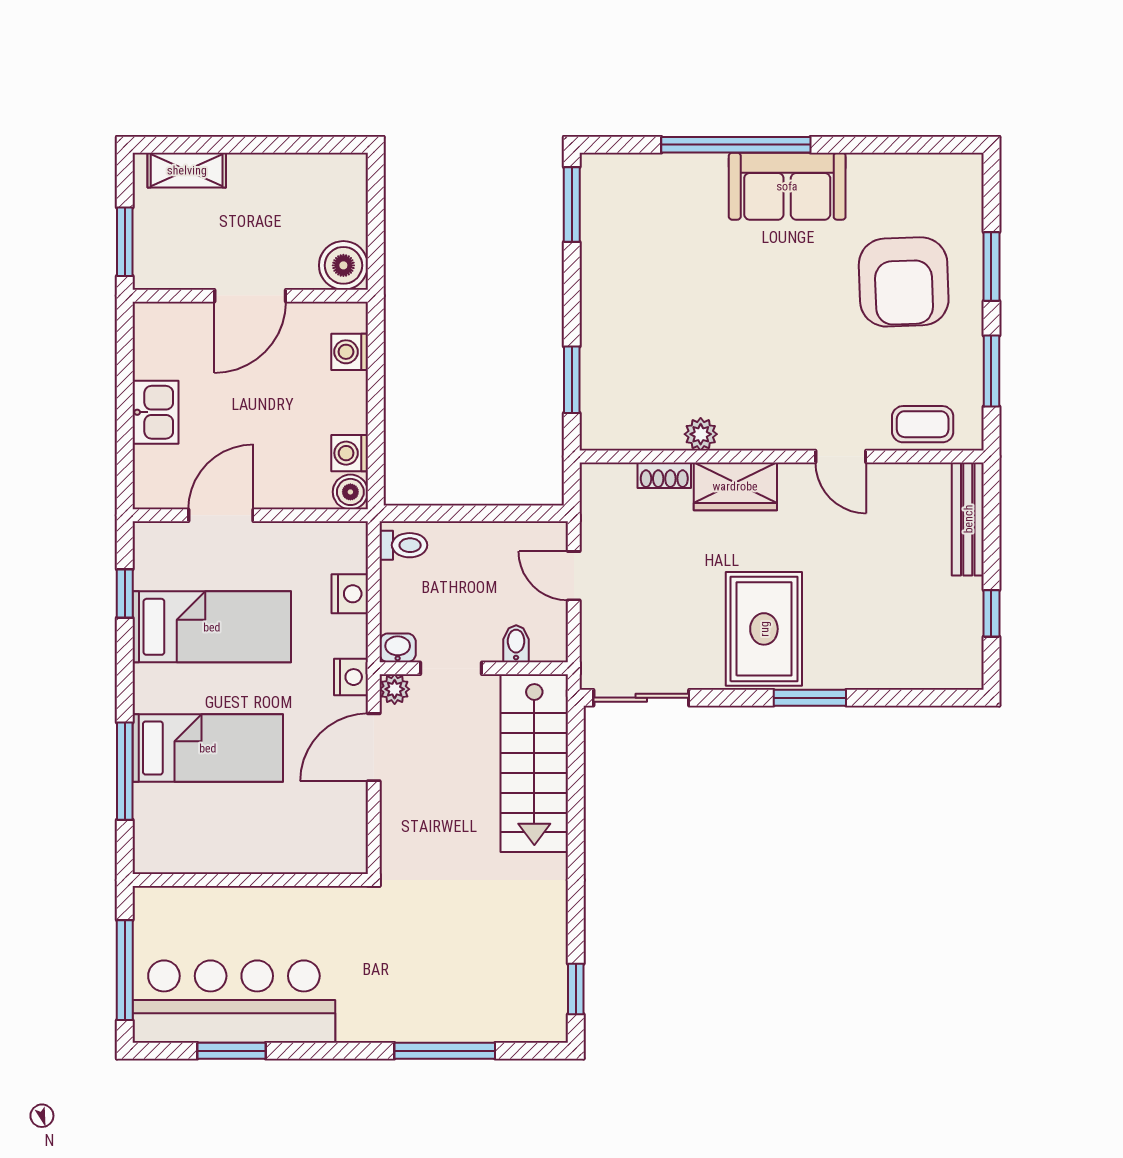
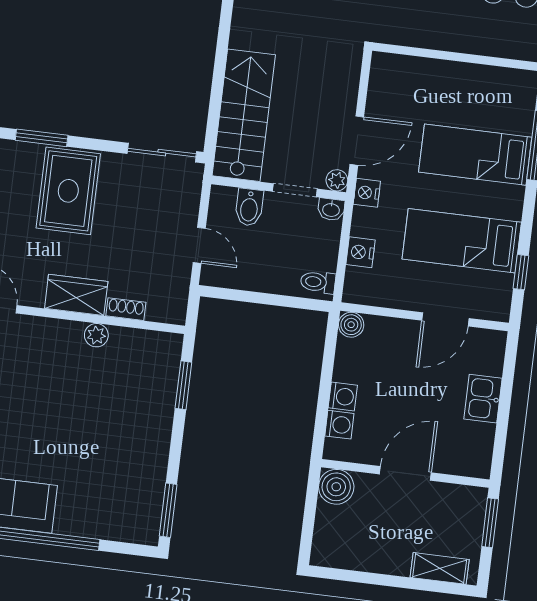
washing machine: (350, 453) -> (343, 396), moved
bidet: (516, 644) -> (249, 207), width x1.38, depth x1.36

